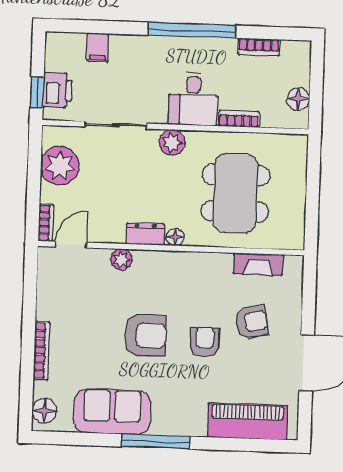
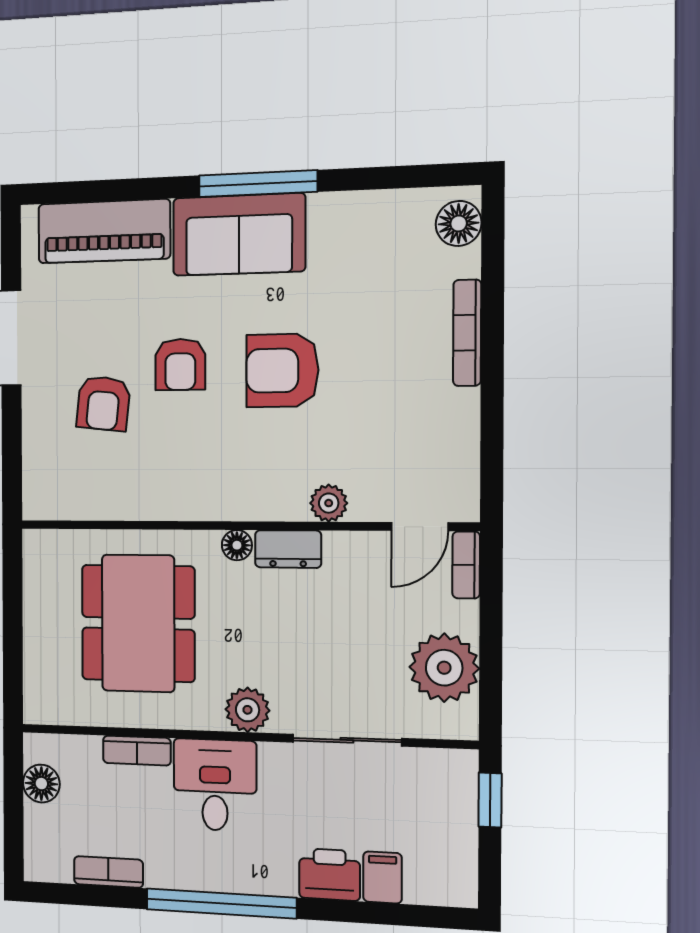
printer: (57, 90) -> (330, 875), moved, turned 90
fireplace: (258, 264) -> (96, 503), removed
armchair: (252, 322) -> (103, 403), turned -74
sofa: (112, 412) -> (239, 235), moved

